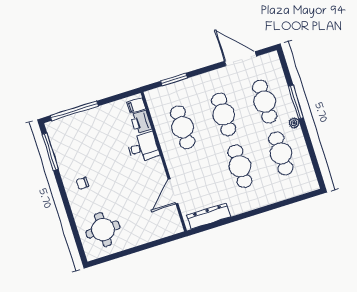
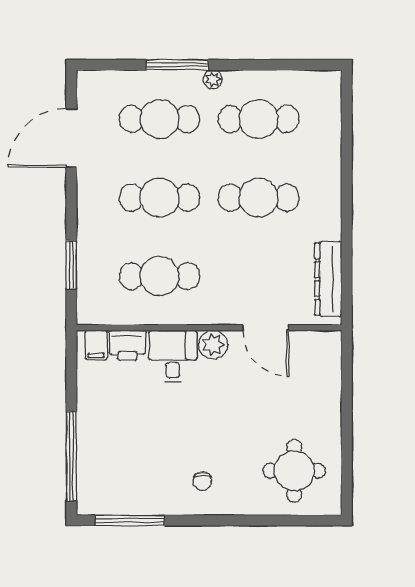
plant: (156, 167) -> (213, 345), added

